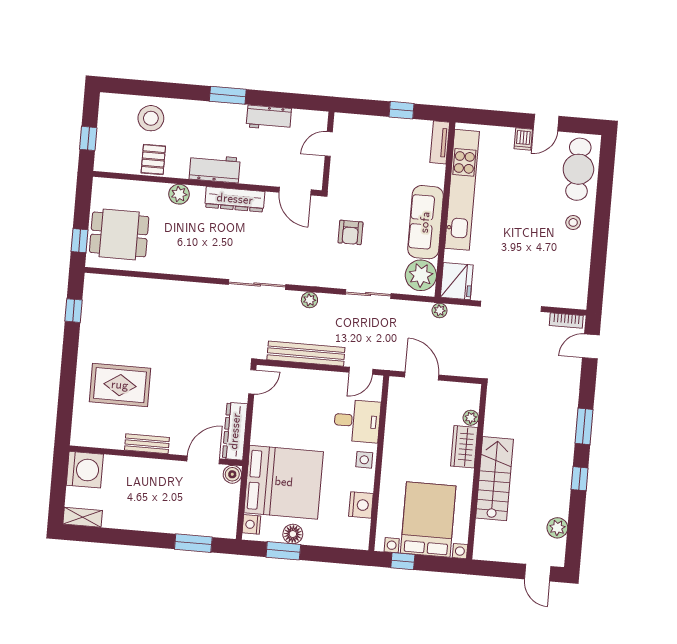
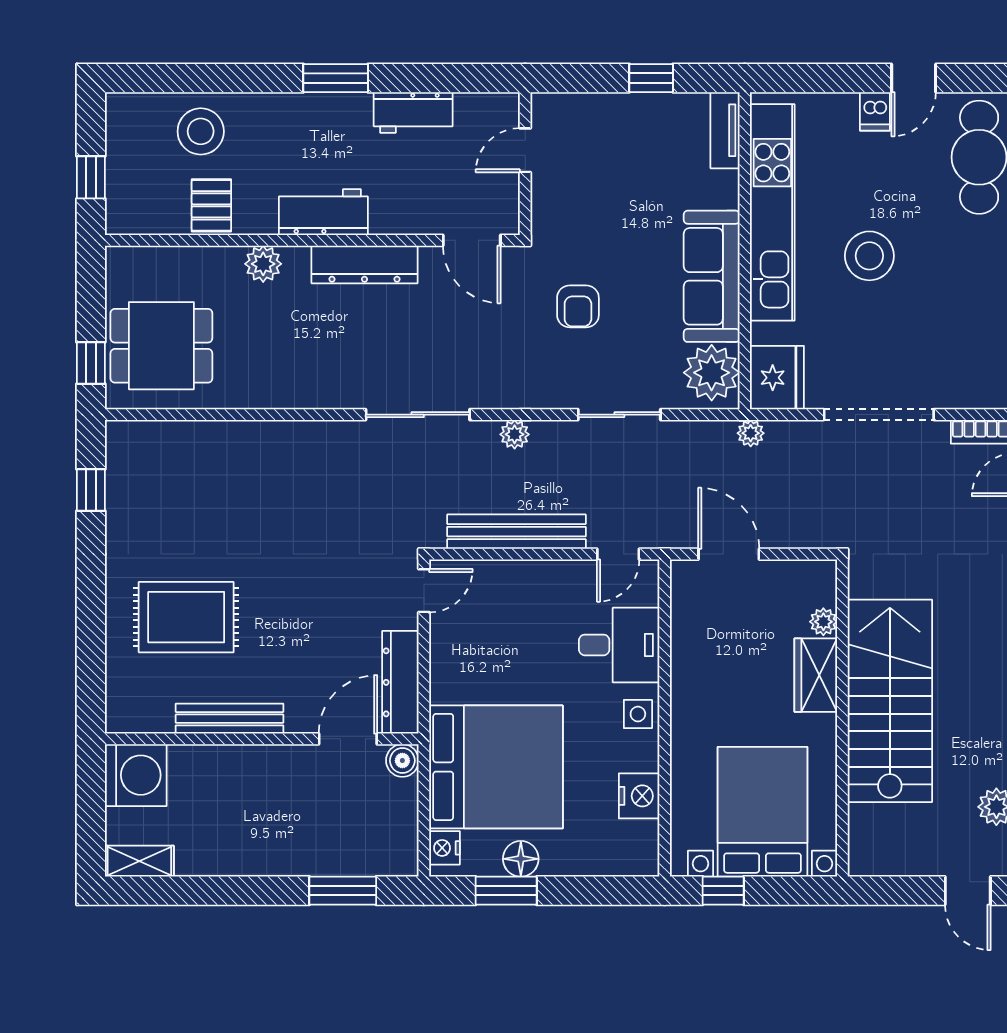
stool: (573, 222) -> (869, 256), moved, width x1.89, depth x1.89
bench: (147, 444) -> (230, 719), width x1.36
stairs: (495, 479) -> (890, 701), width x1.36, depth x1.51

